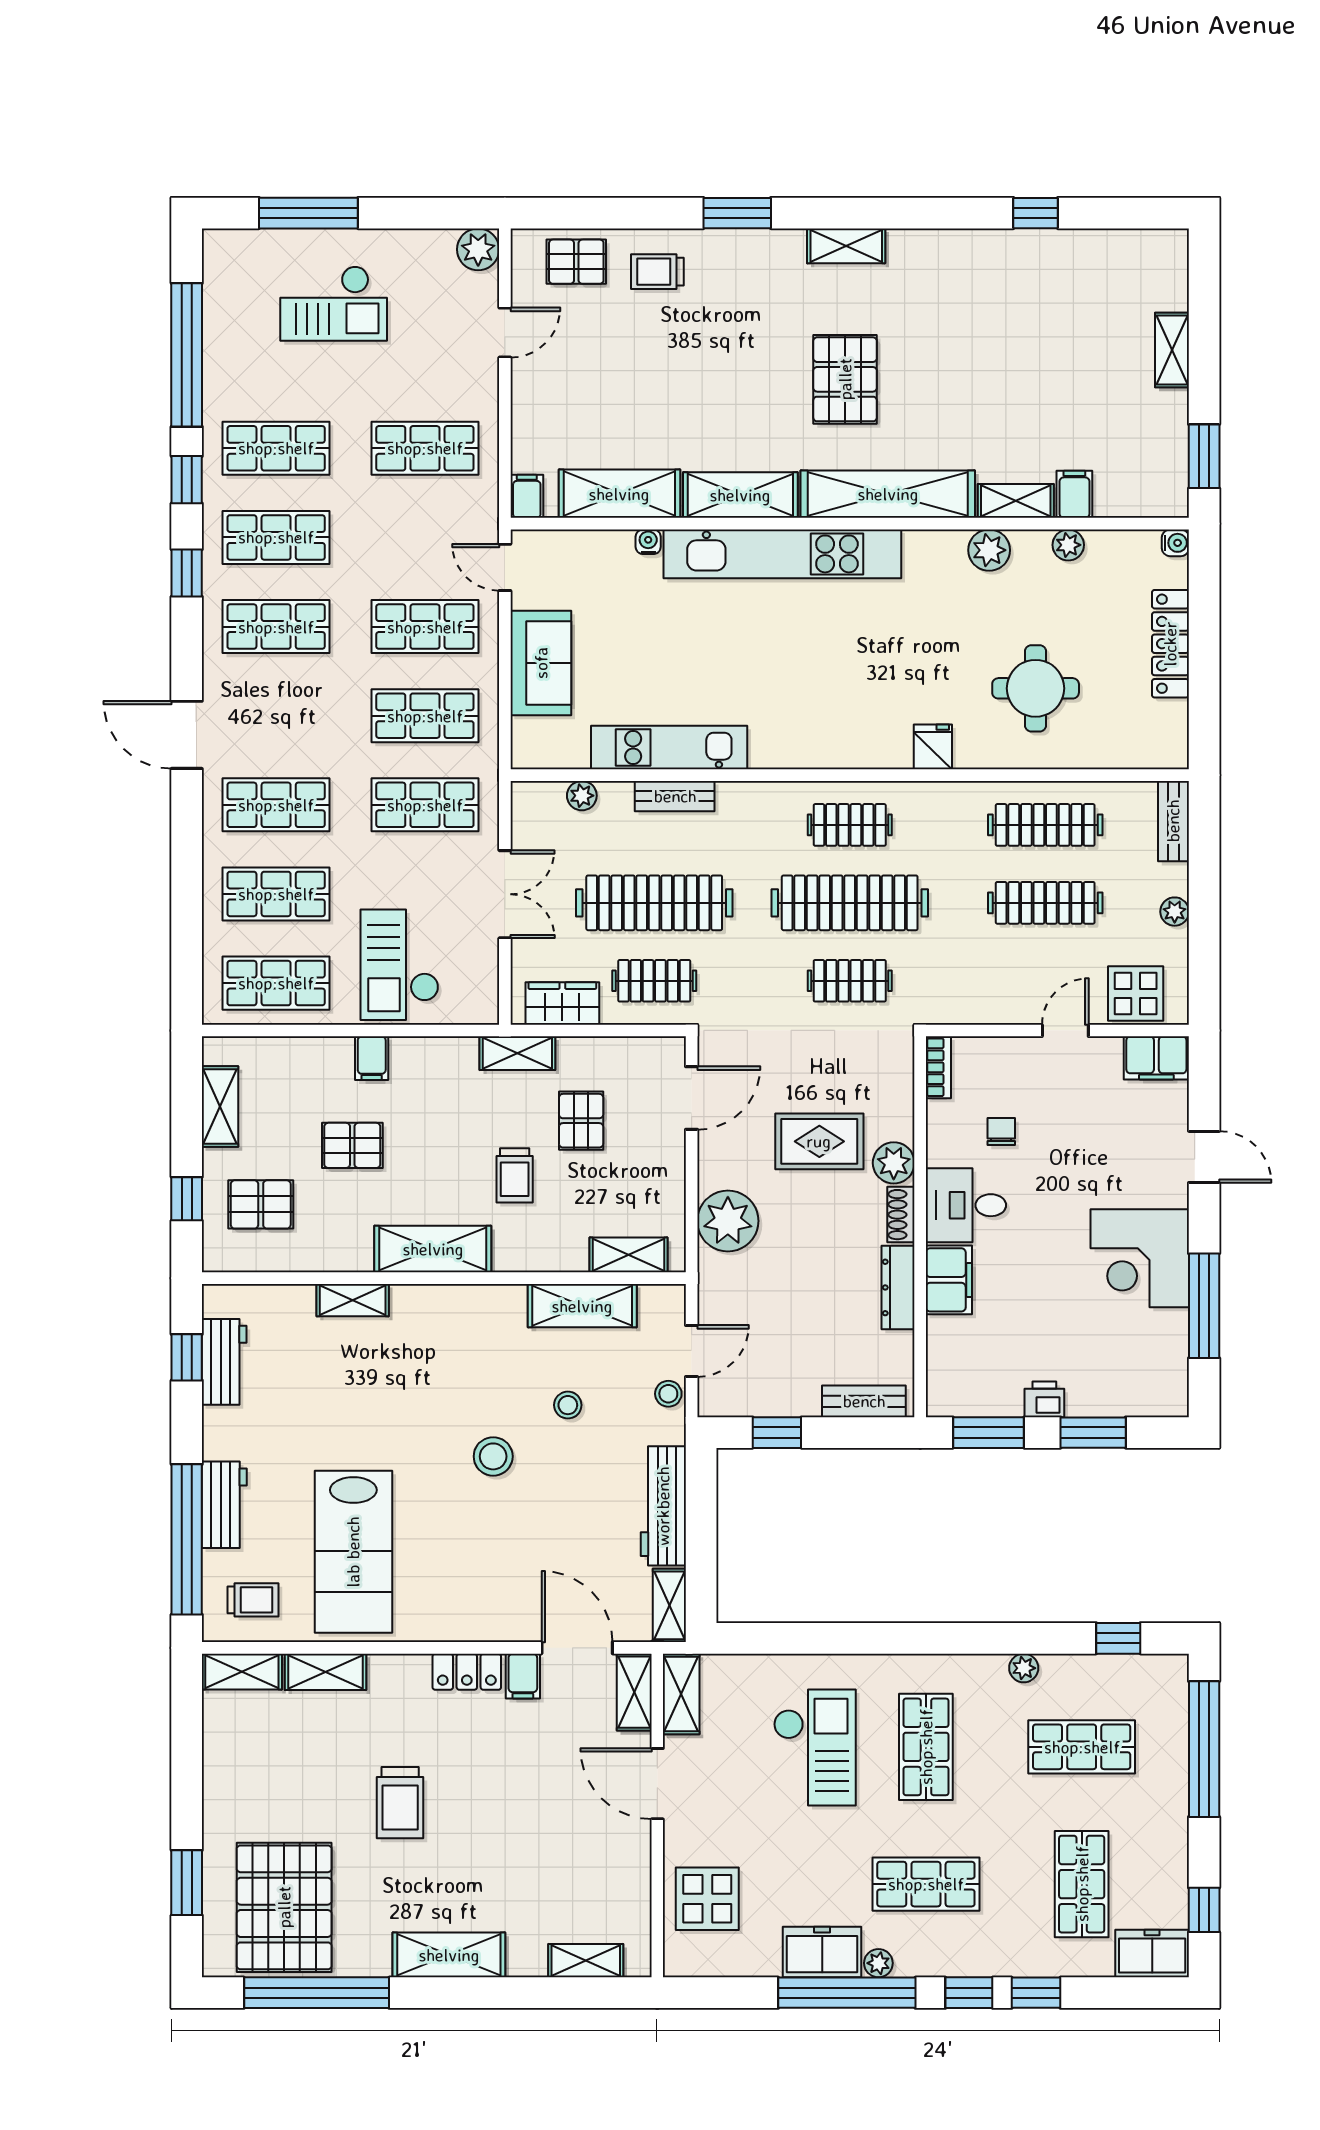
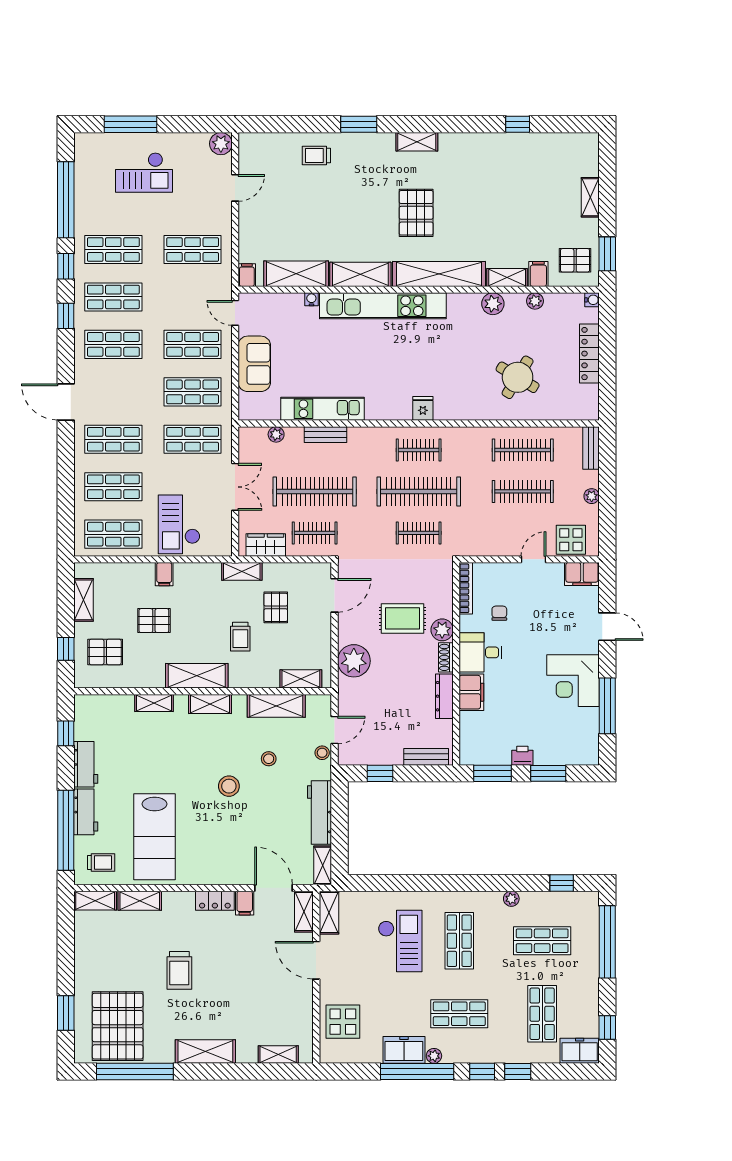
pallet: (576, 262) -> (575, 260), moved
round table: (1036, 688) -> (518, 377), turned 31
fridge: (933, 747) -> (423, 408), moved
bookcase: (938, 1067) -> (466, 588), width x1.56
shelving: (458, 1302) -> (210, 704), added
workbench: (224, 1362) -> (86, 764), moved

